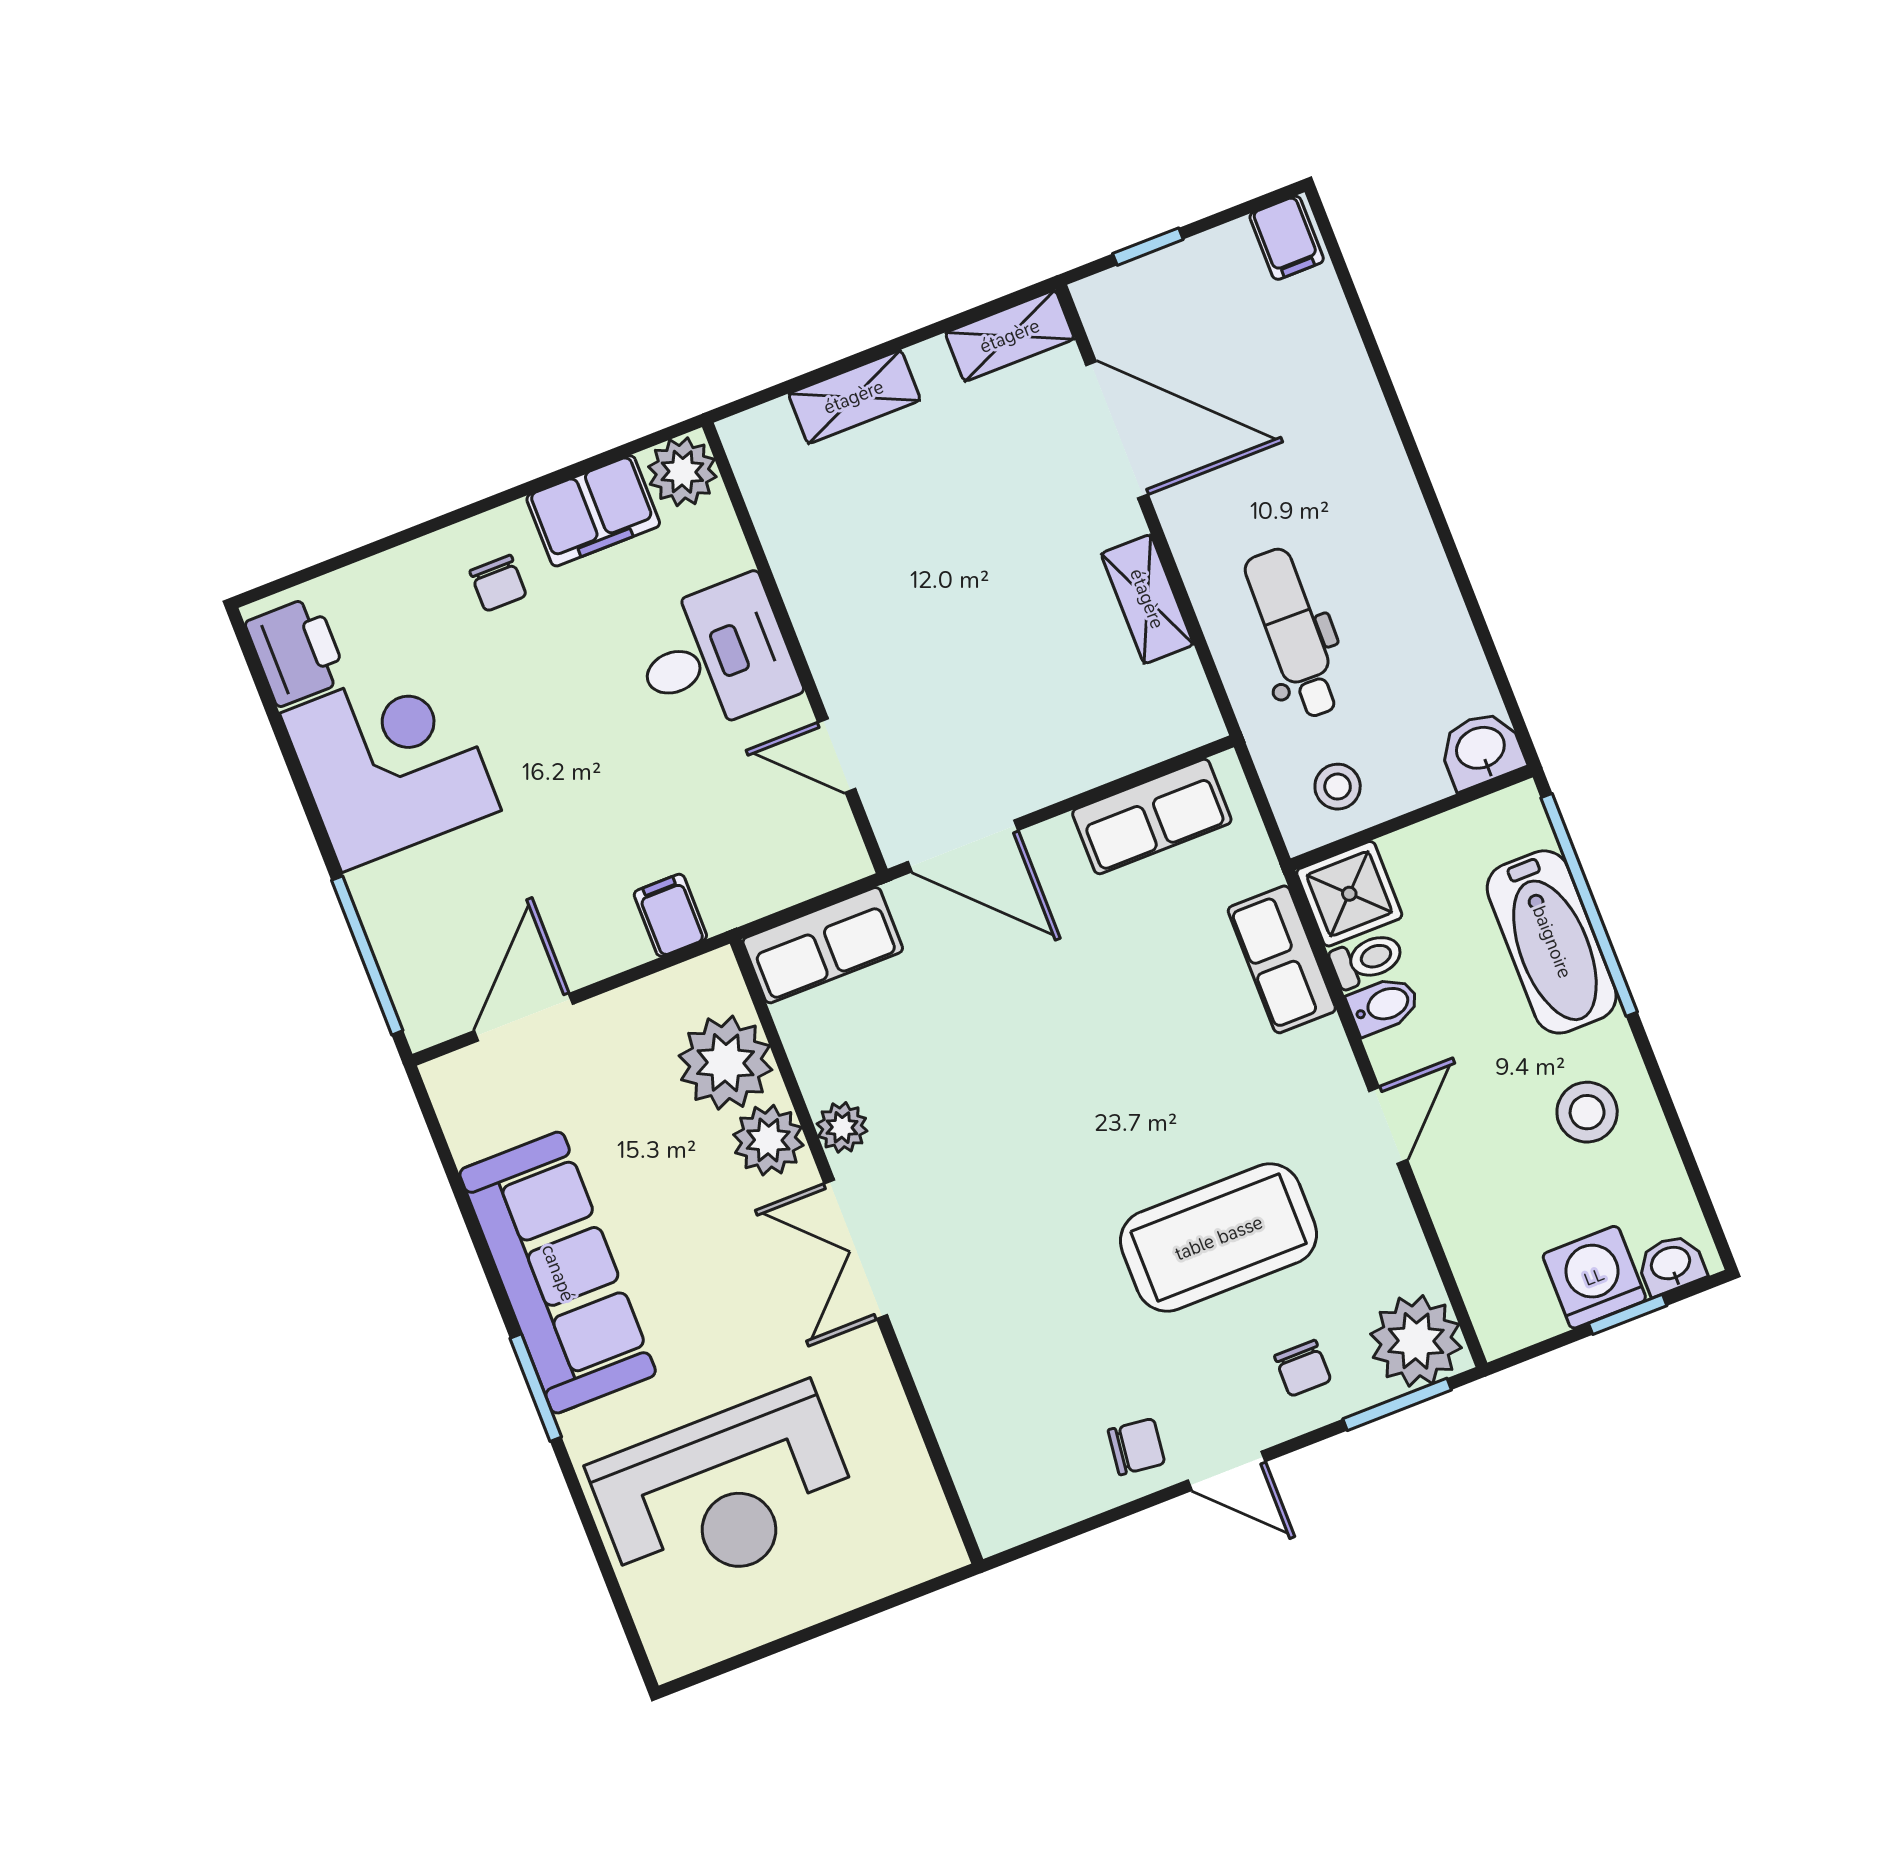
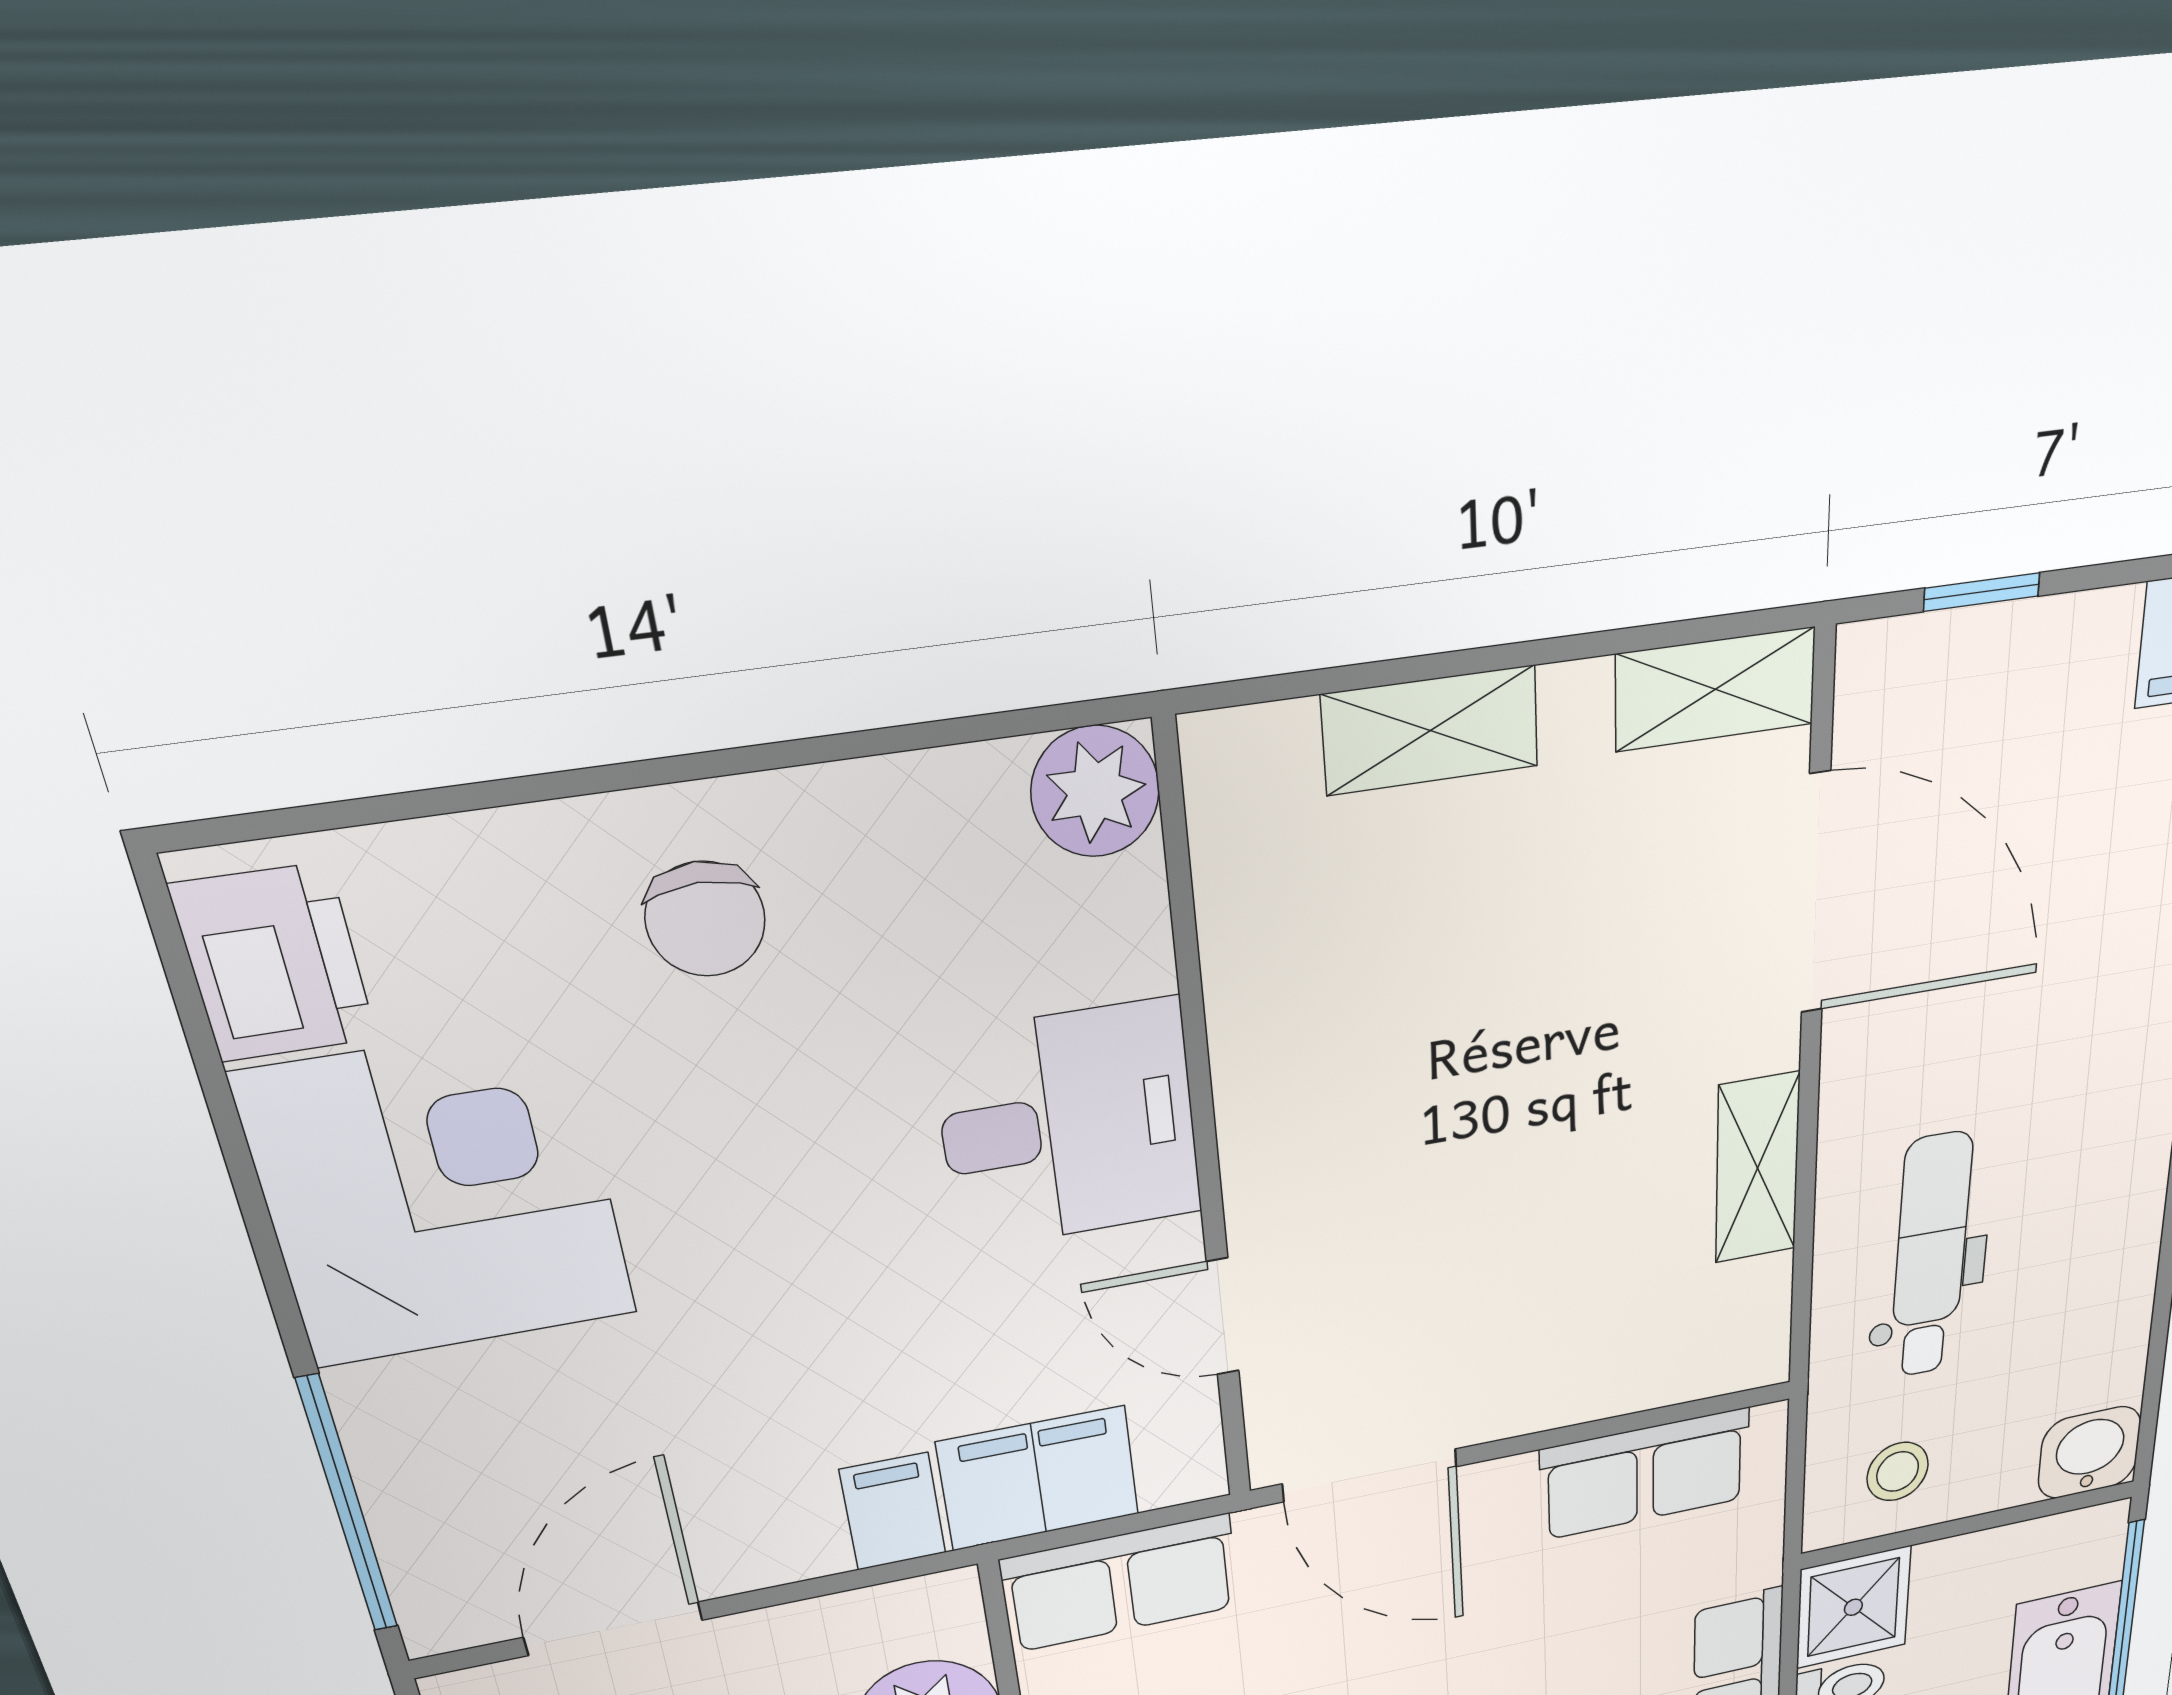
filing cabinet: (593, 511) -> (1038, 1478), moved, turned 180
chair: (498, 583) -> (705, 919), width x1.37, depth x1.37

